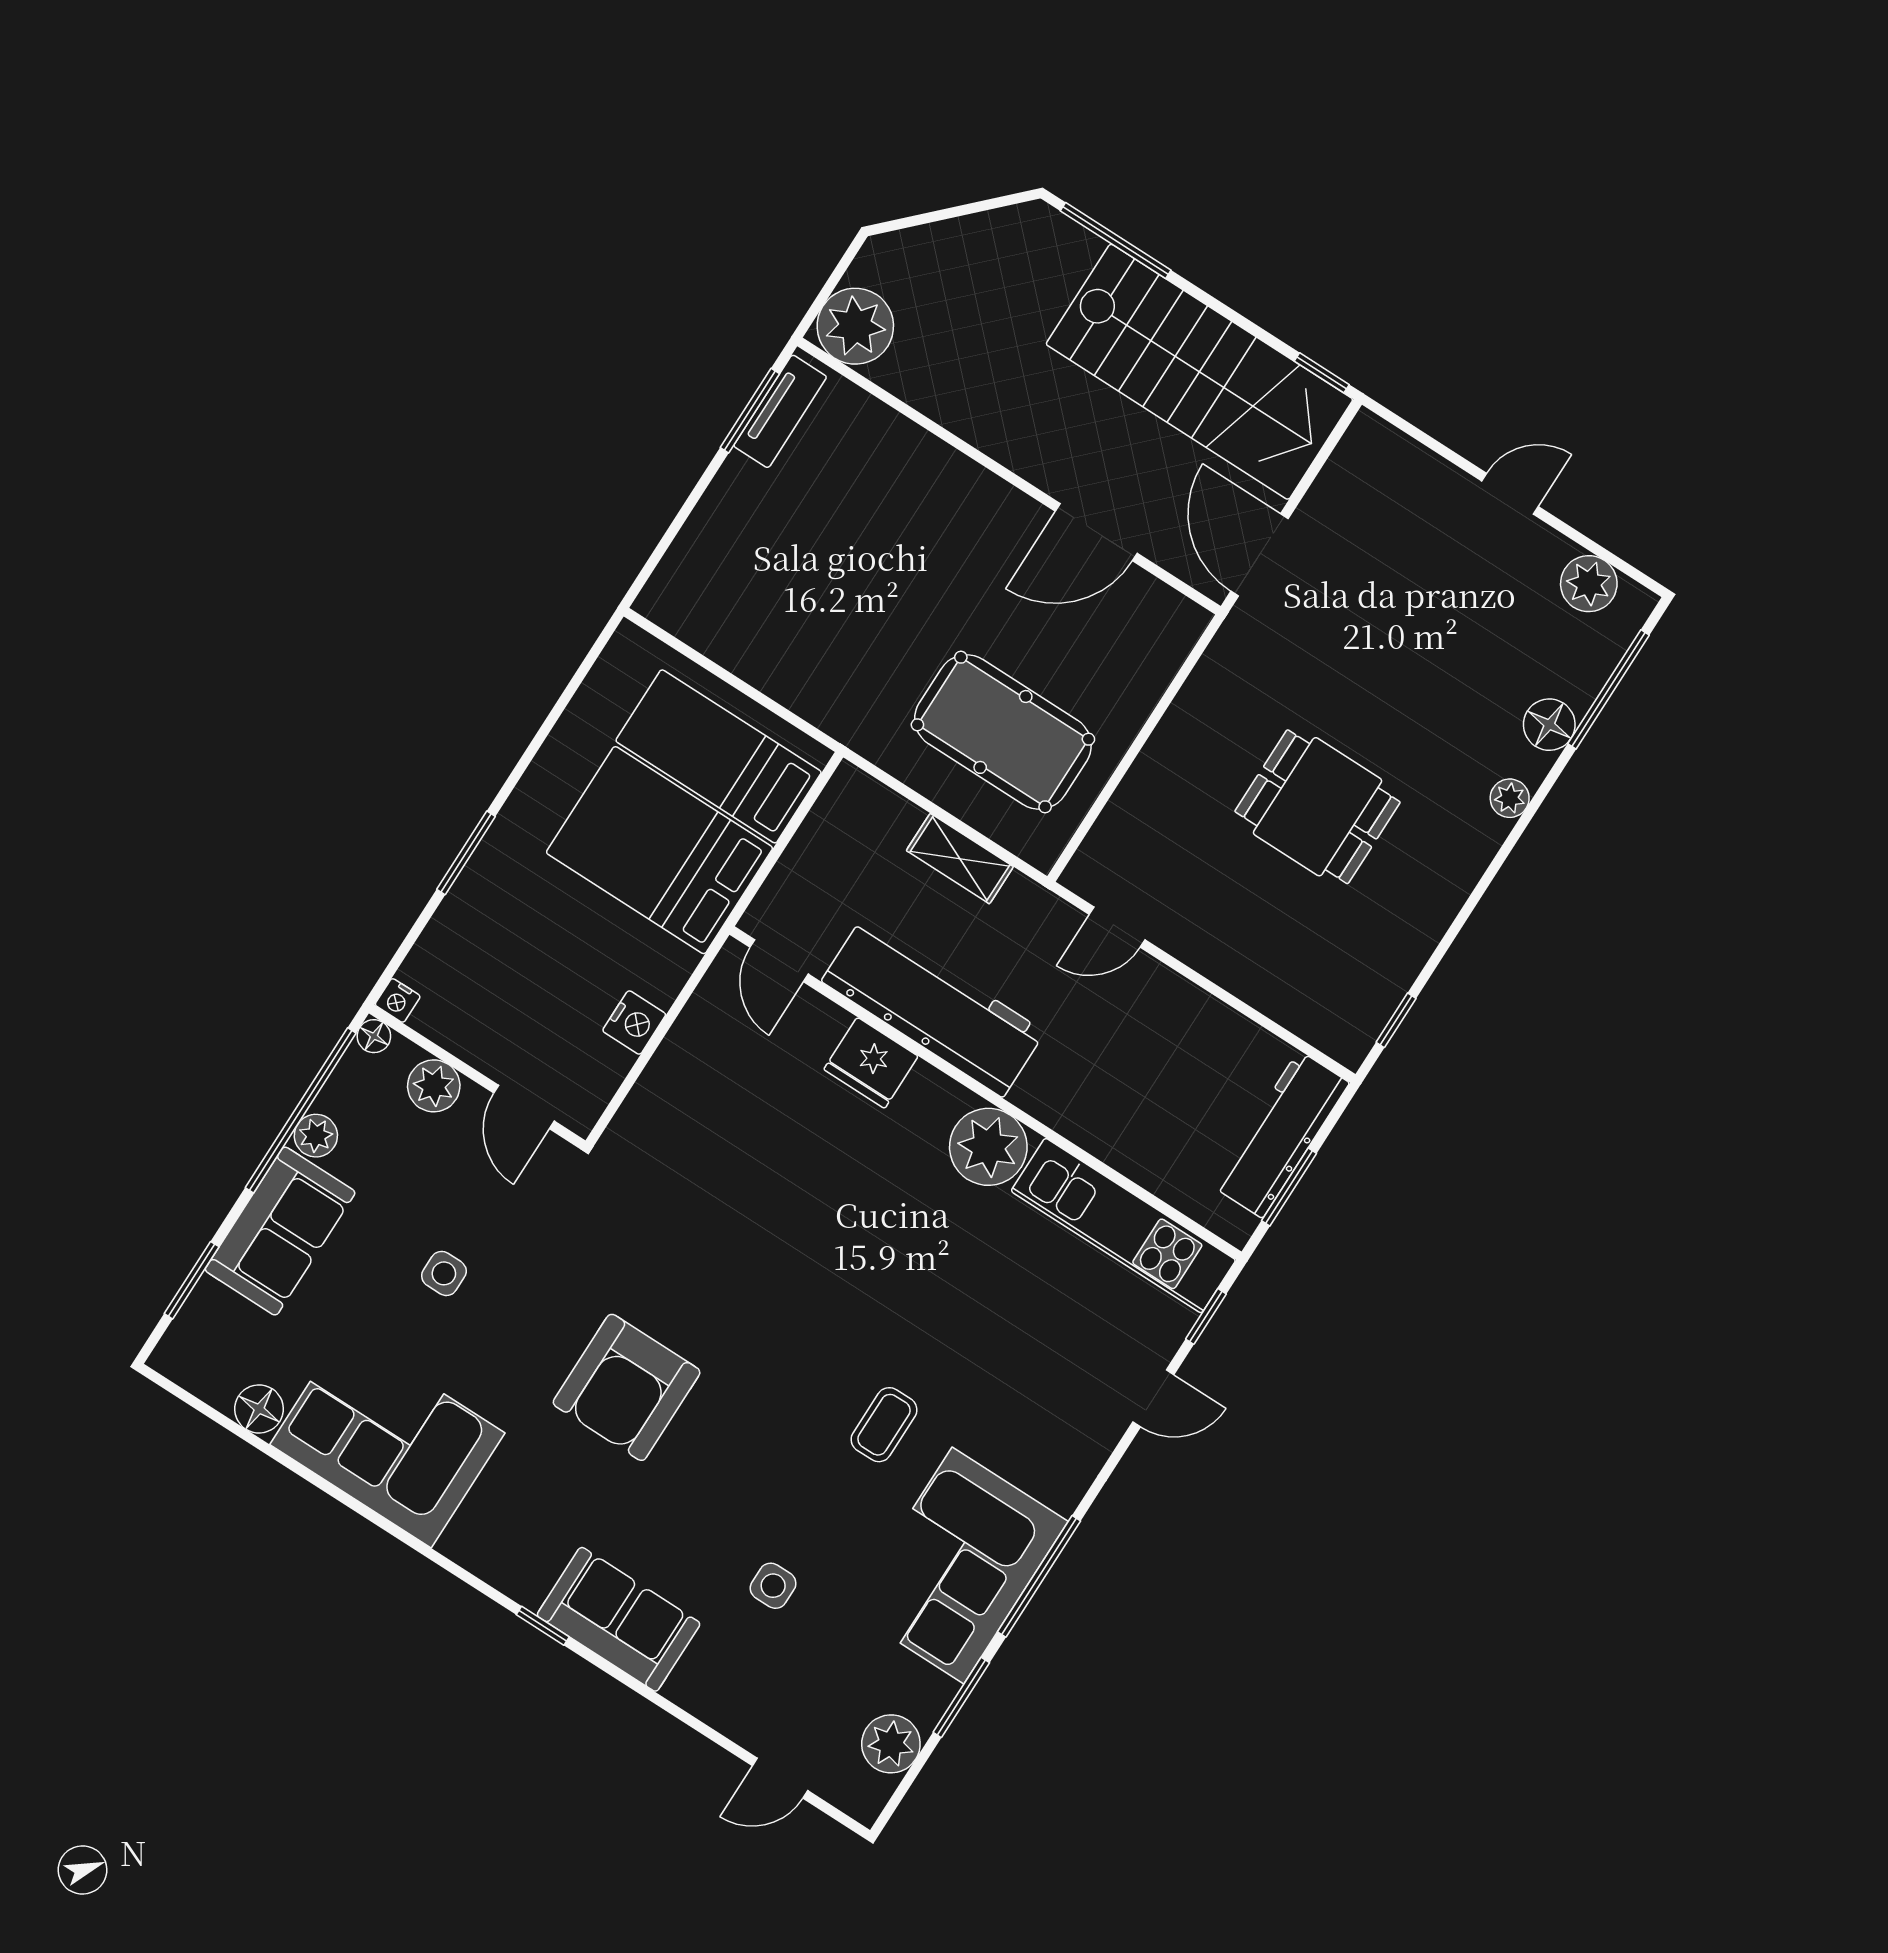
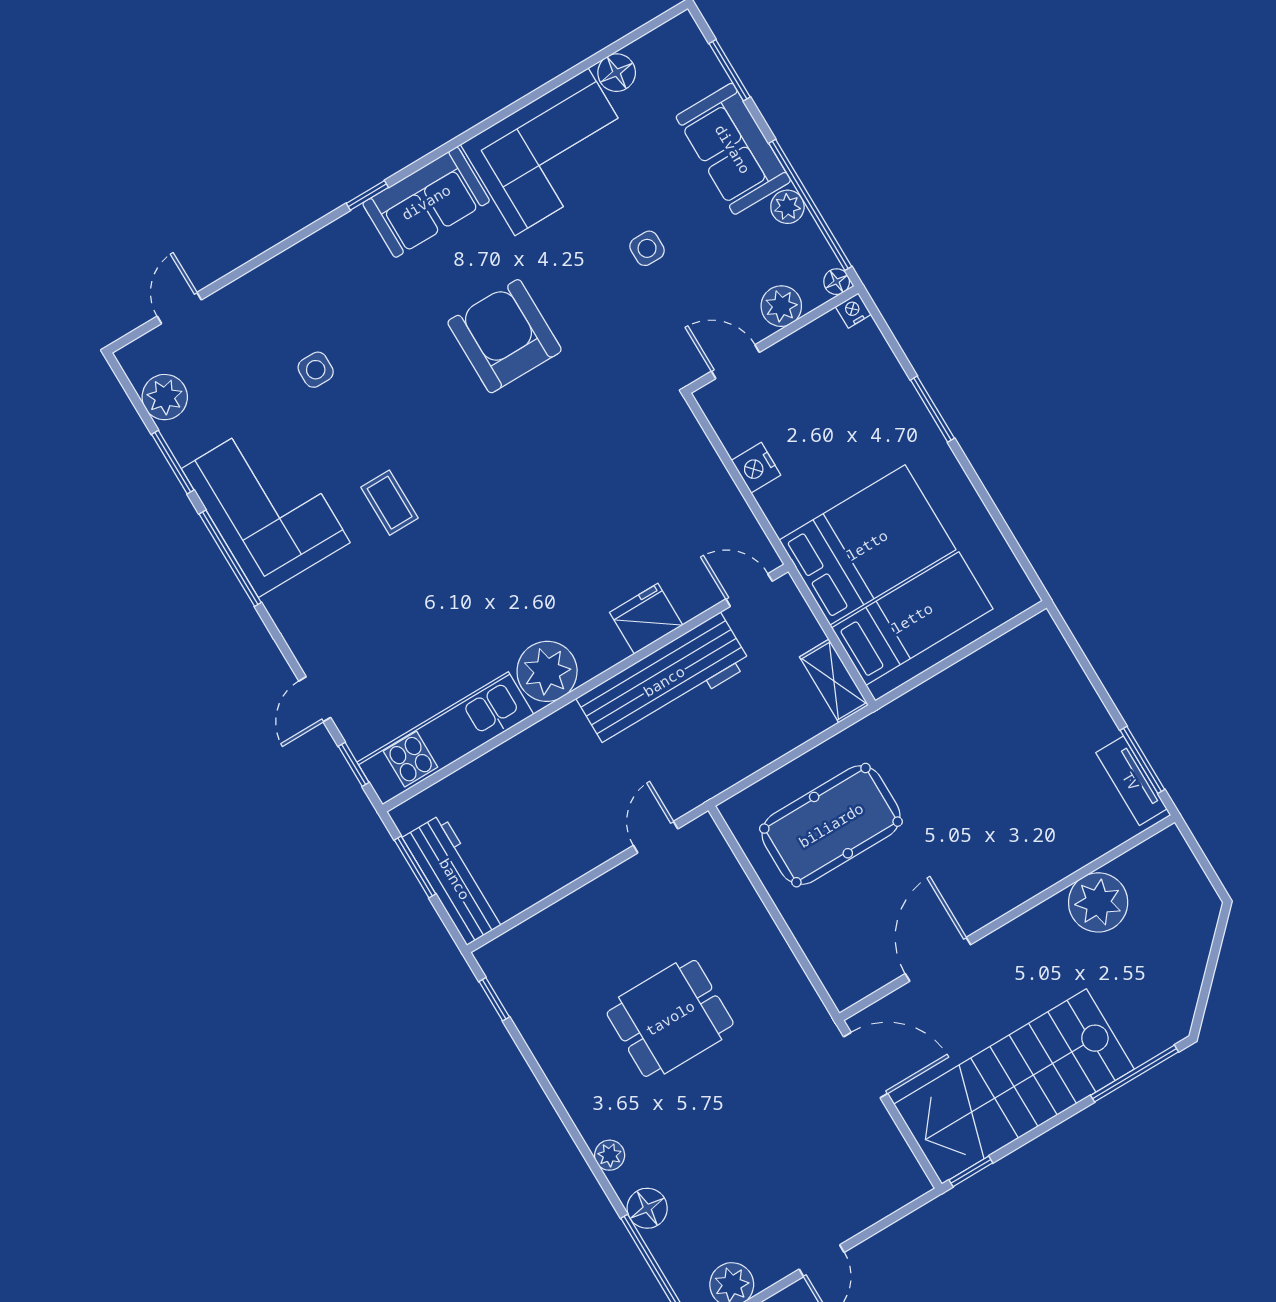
plant: (855, 326) -> (1098, 902), moved
shelving: (960, 859) -> (834, 681), moved, turned 90
sofa: (619, 1619) -> (426, 202), moved

